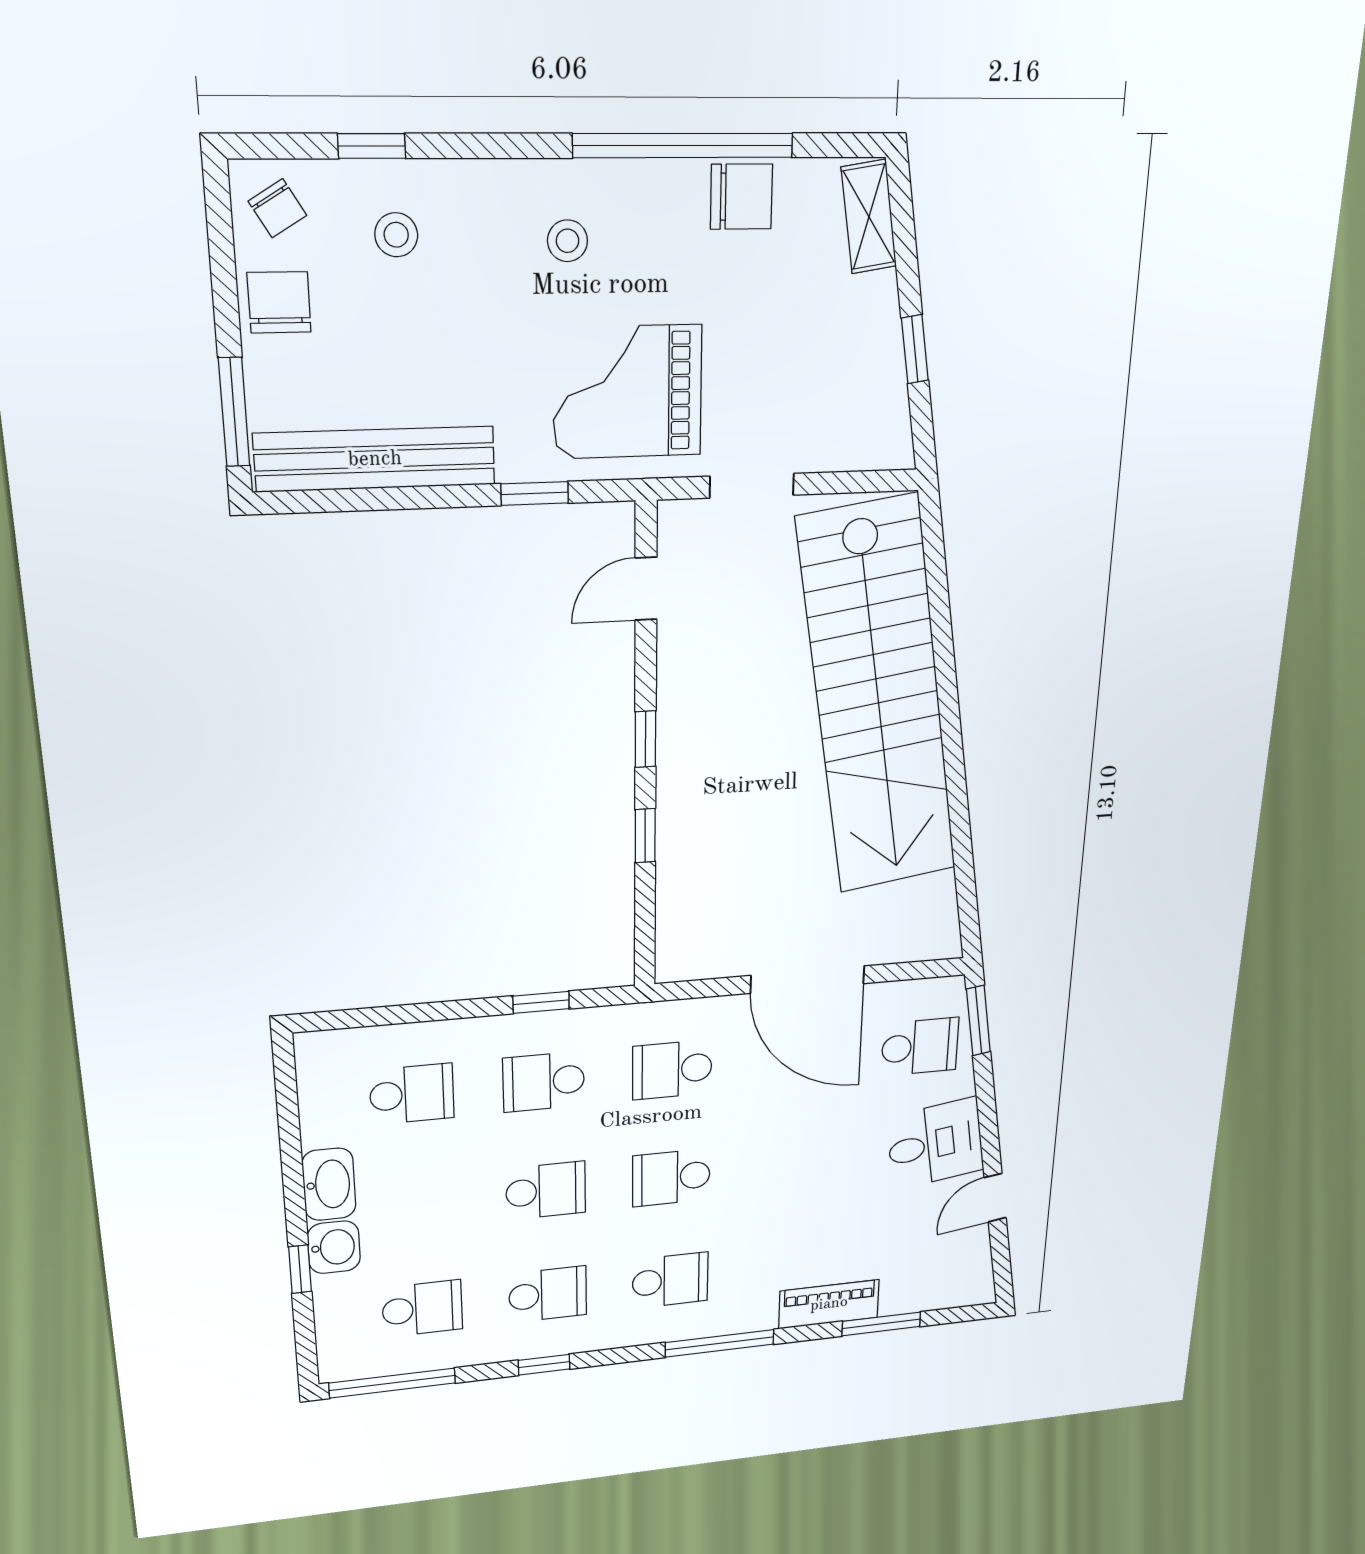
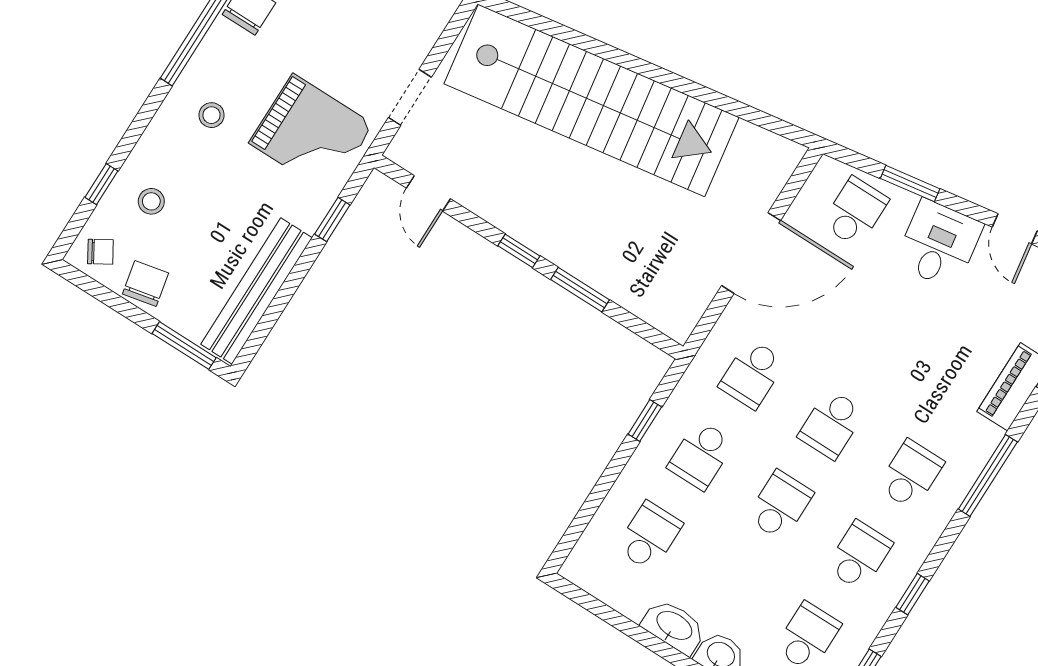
chair: (279, 302) -> (145, 283), turned 78
grand piano: (628, 392) -> (311, 134), turned -90
window: (645, 836) -> (580, 290), width x1.50
window: (978, 1021) -> (910, 184), moved

